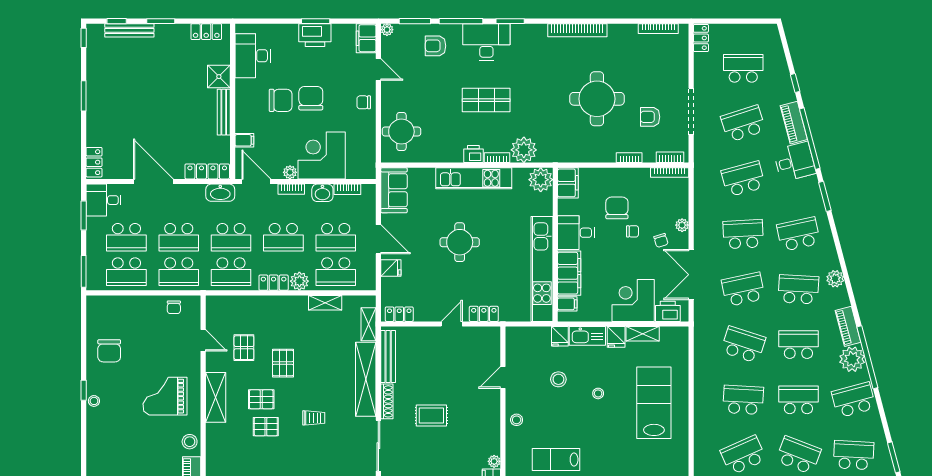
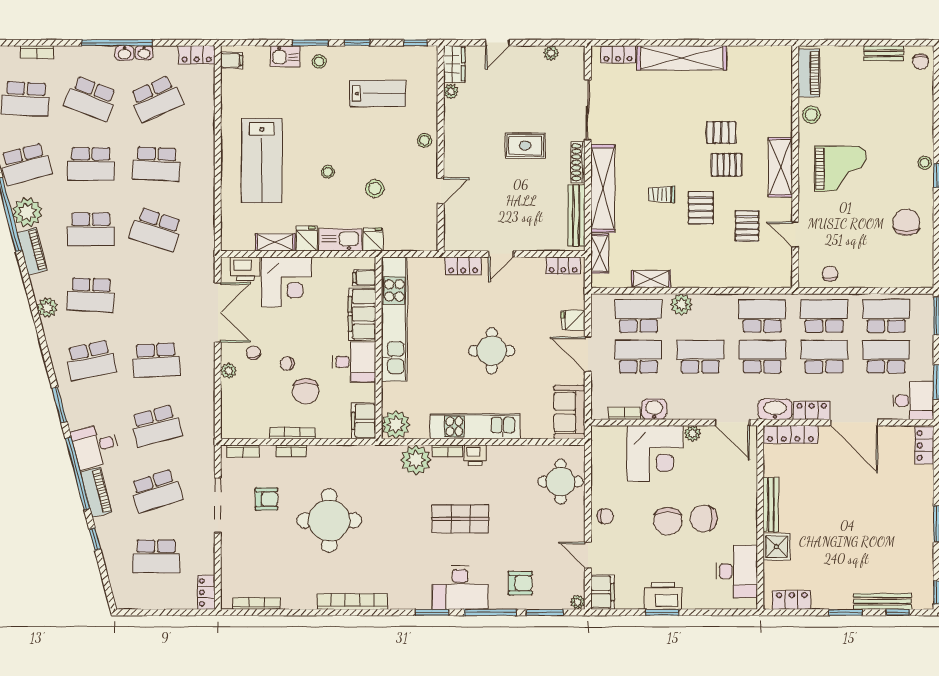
filing cabinet: (244, 140) -> (746, 471), removed
bookcase: (670, 172) -> (292, 433), moved
bookcase: (291, 189) -> (691, 413), removed
locker: (274, 283) -> (812, 410), moved, turned 180
school desk: (743, 289) -> (156, 295), removed
trolley: (314, 418) -> (662, 194), moved

